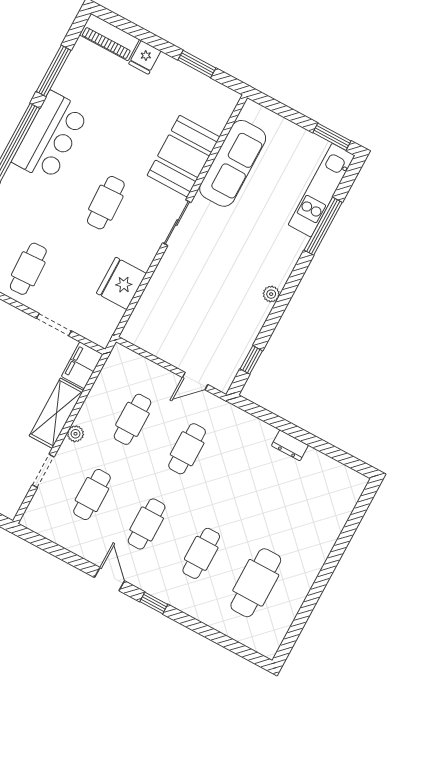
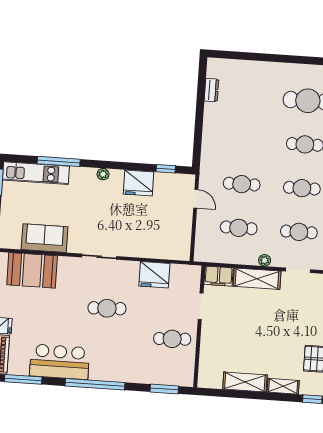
window: (54, 71) -> (23, 379), moved
bar counter: (50, 137) -> (60, 362), moved
booth: (183, 156) -> (32, 270), moved
sofa: (233, 163) -> (45, 238), width x0.73
plant: (271, 294) -> (103, 174), moved
fridge: (249, 316) -> (138, 183), added
dresser: (290, 445) -> (211, 90), moved

